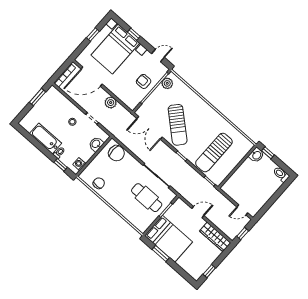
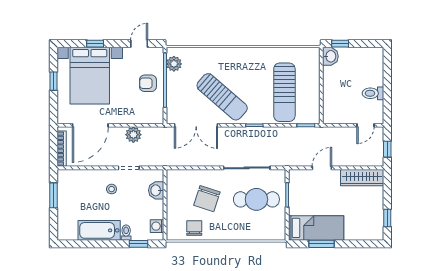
chair: (116, 153) -> (207, 199), moved, turned 108
toilet: (281, 174) -> (373, 93), moved
bed: (169, 239) -> (316, 228), width x0.67

